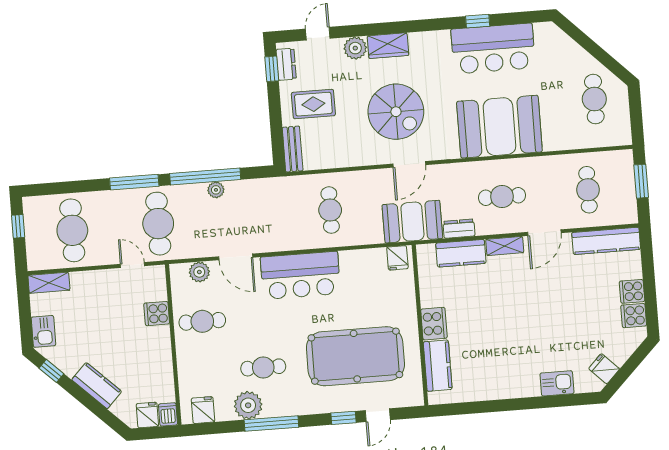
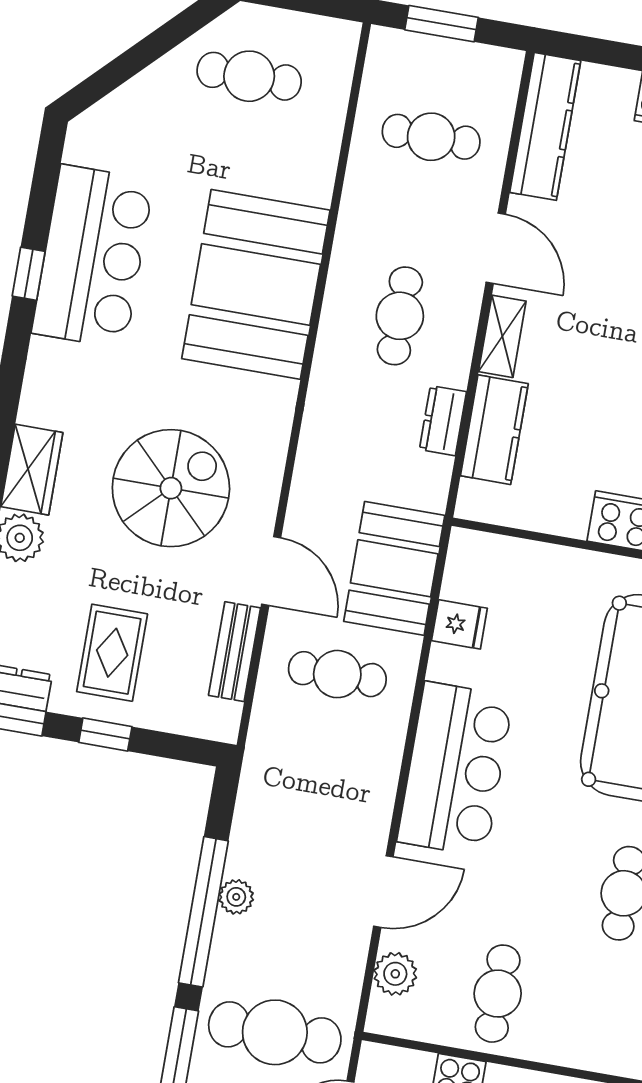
window: (275, 111) -> (105, 735), added
bench: (293, 149) -> (235, 652), moved, turned 90
door: (409, 164) -> (271, 571), moved
booth: (412, 222) -> (394, 568), moved
fridge: (397, 258) -> (459, 624), moved

